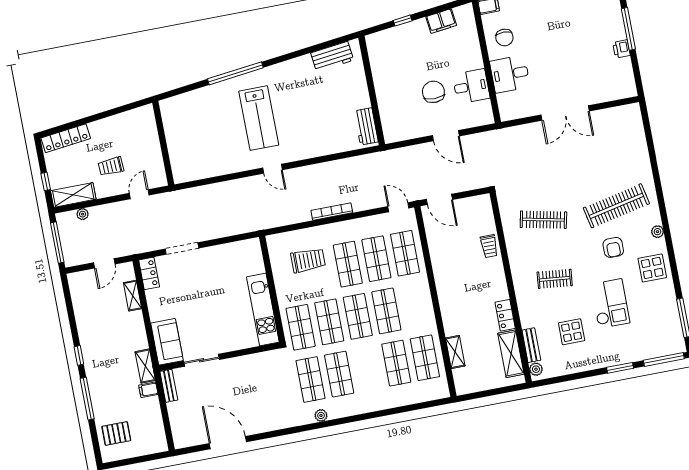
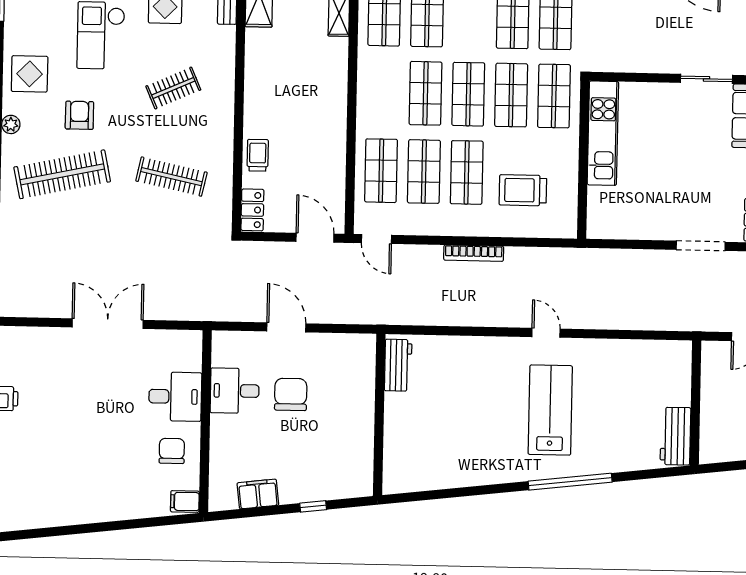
workbench: (332, 57) -> (675, 436), moved, turned -83
chair: (433, 92) -> (291, 394), turned 180
clothes rail: (555, 279) -> (173, 88), turned -30
locker: (505, 315) -> (252, 210), moved

